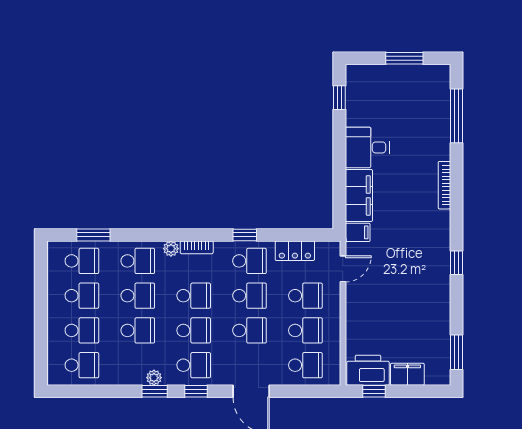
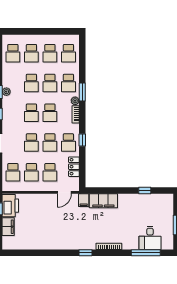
window: (339, 98) -> (145, 190), moved
desk: (367, 147) -> (150, 238), moved, turned 180
window: (93, 235) -> (82, 92), moved
window: (456, 263) -> (85, 253), moved
door: (343, 269) -> (64, 192), hinge flipped
window: (456, 352) -> (20, 253), removed
school desk: (194, 365) -> (13, 113), removed

